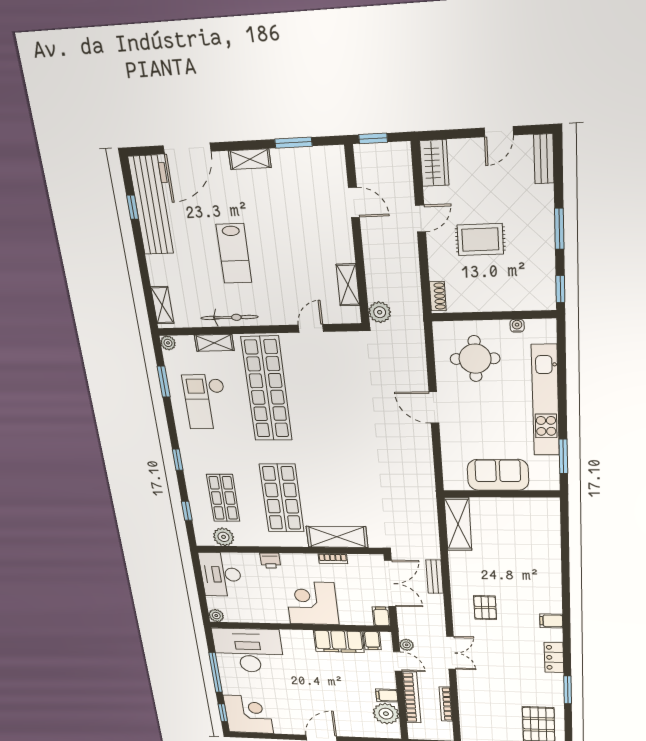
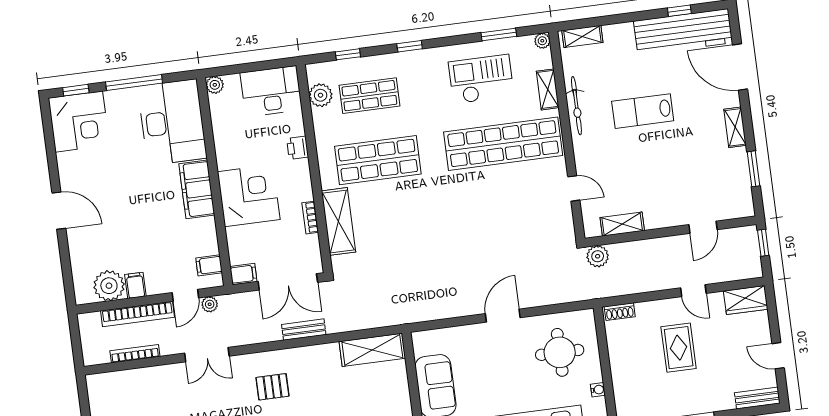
filing cabinet: (339, 641) -> (197, 189), moved

